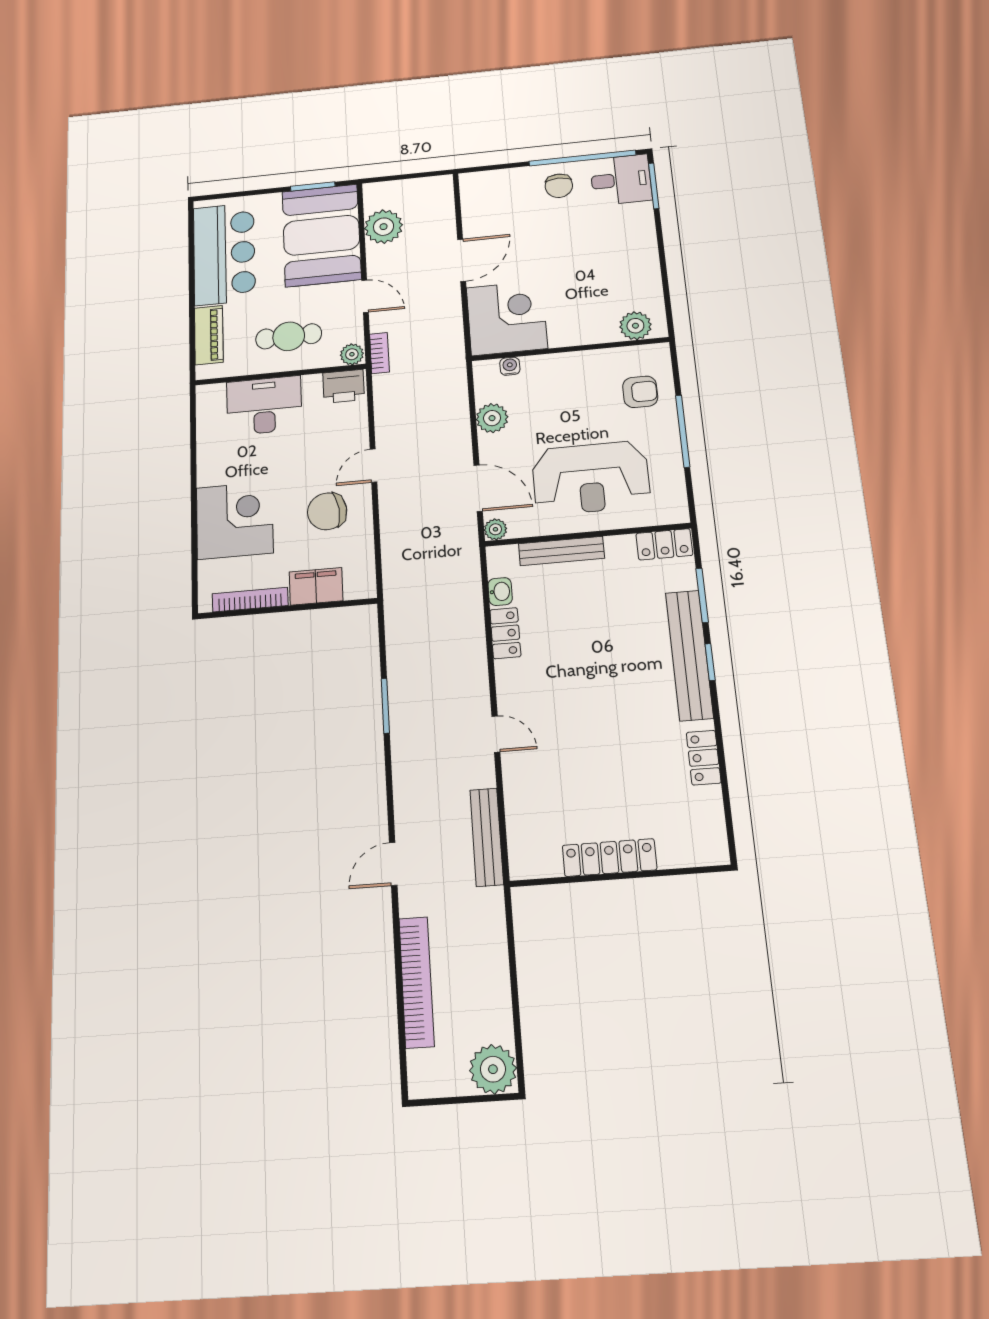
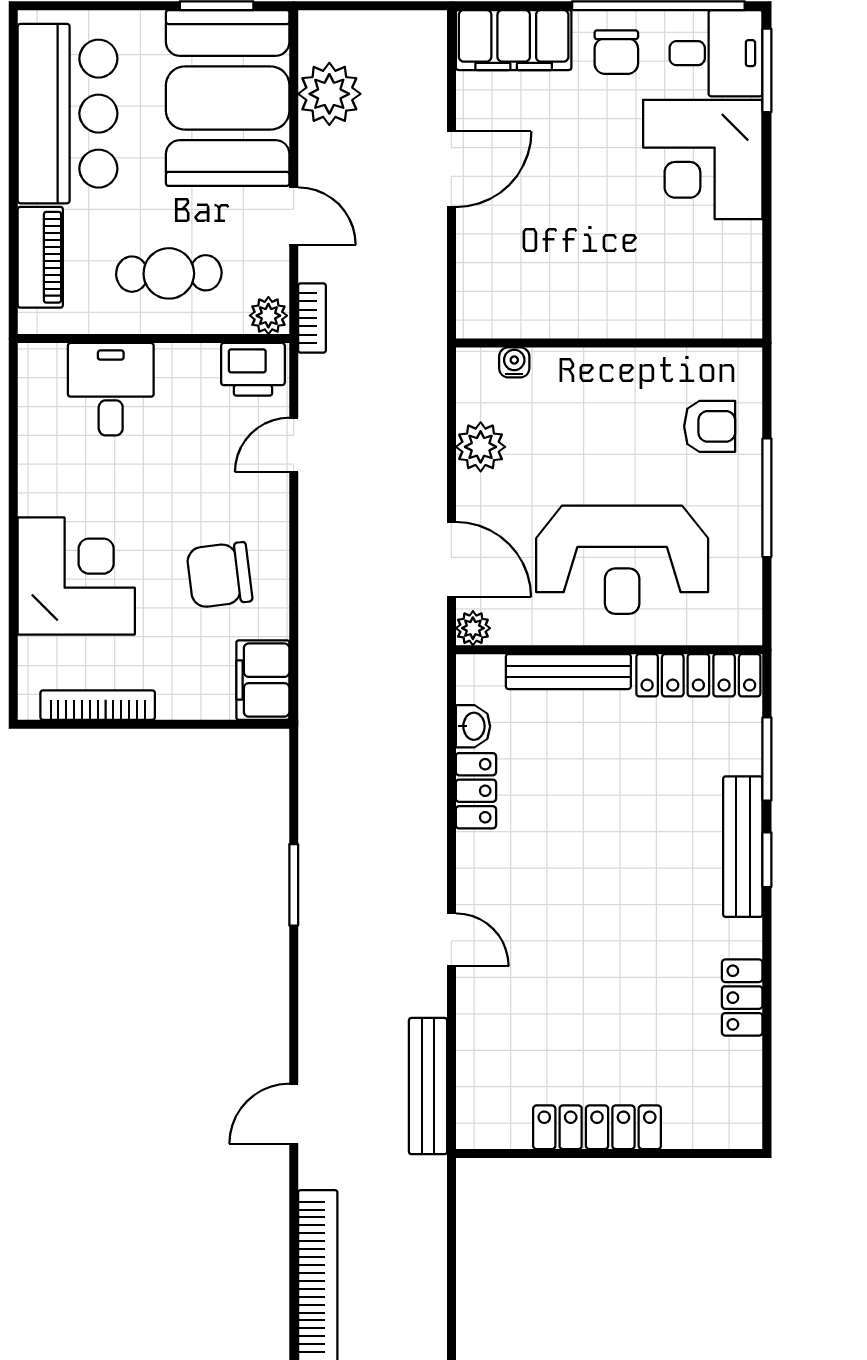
filing cabinet: (495, 186) -> (514, 40), added
corner desk: (507, 318) -> (703, 159), moved, turned 180
plant: (635, 326) -> (714, 314), removed
desk: (264, 406) -> (111, 389), width x0.73
door: (373, 466) -> (294, 445), moved
locker: (664, 544) -> (698, 675), width x1.53
filing cabinet: (316, 586) -> (263, 680), moved, turned -90
bench: (689, 655) -> (743, 847), width x0.73, depth x0.82

